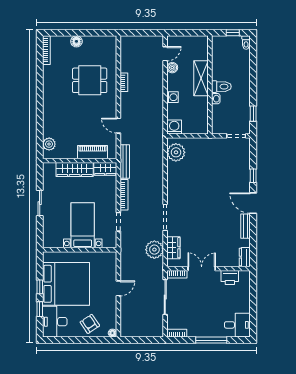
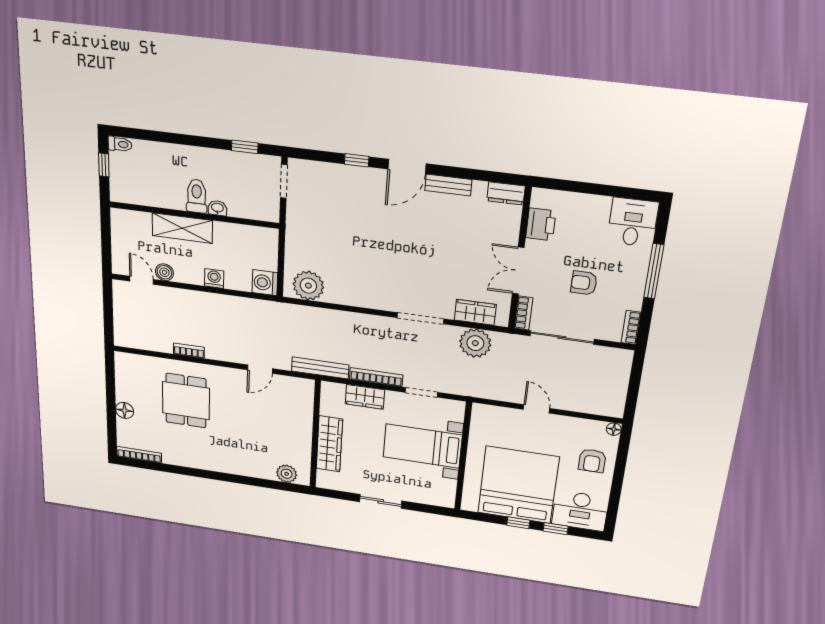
piano: (93, 152) -> (302, 414), removed
wardrobe: (105, 169) -> (365, 397), moved, turned 90
armchair: (199, 304) -> (584, 283), added
armchair: (90, 324) -> (592, 461), turned -56

